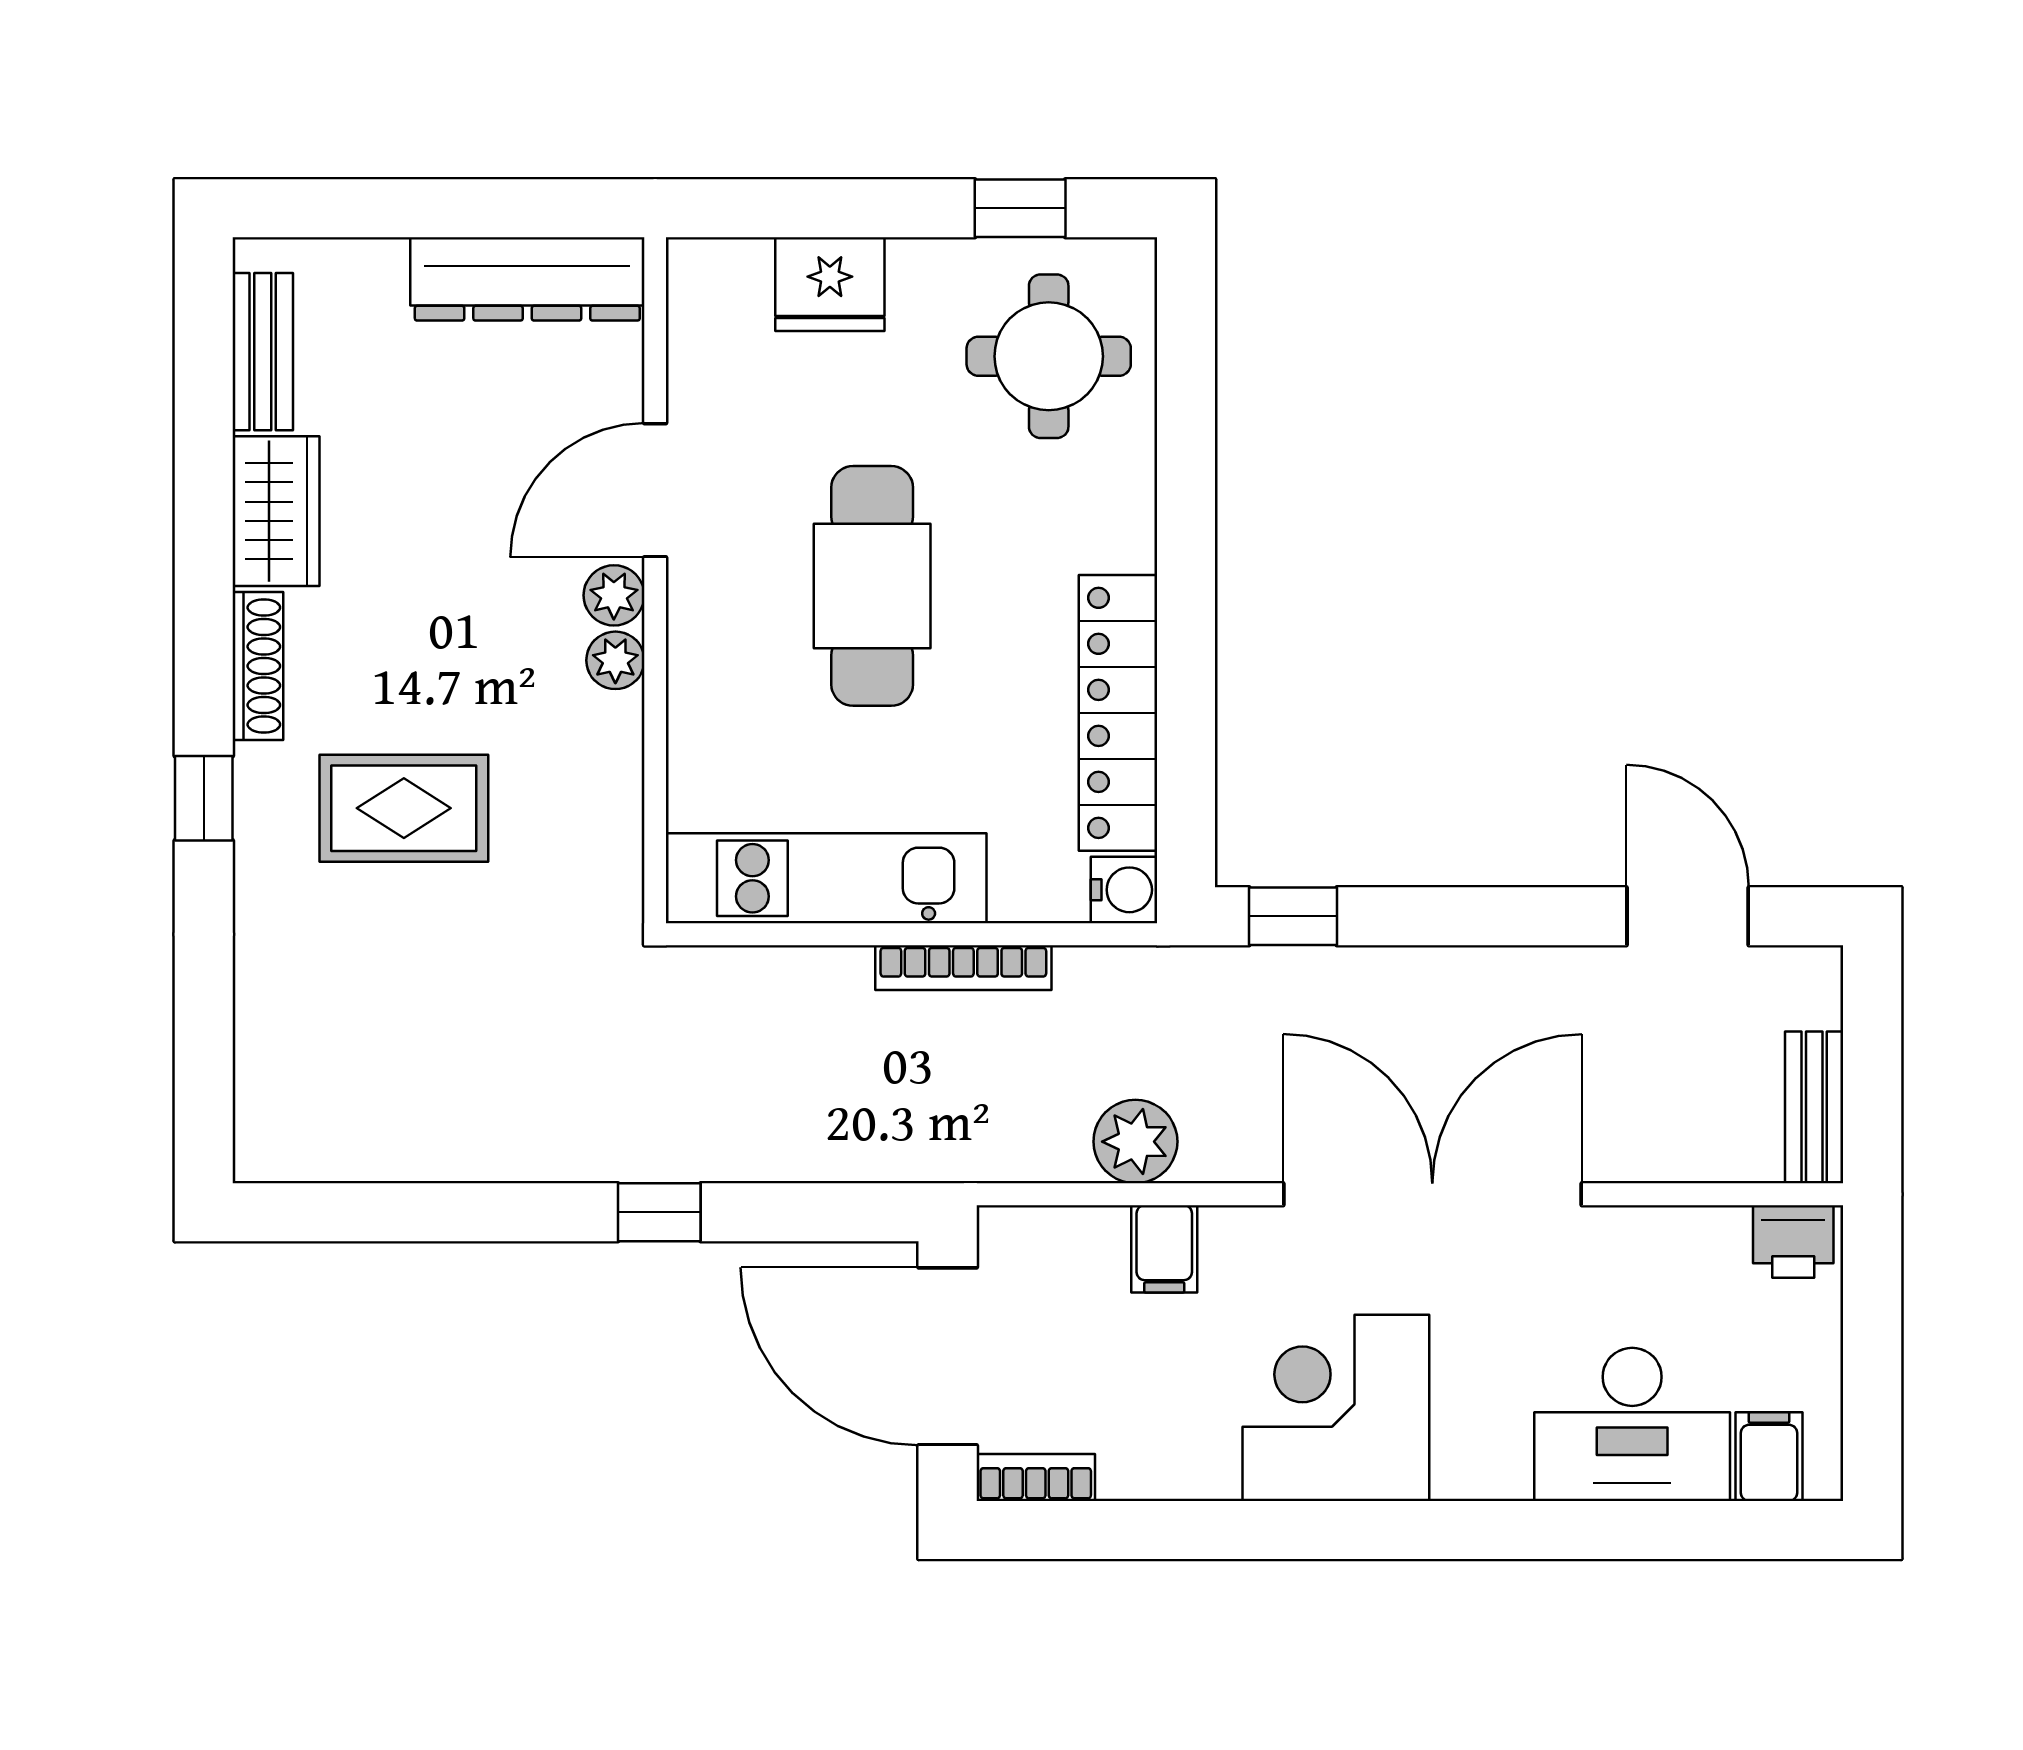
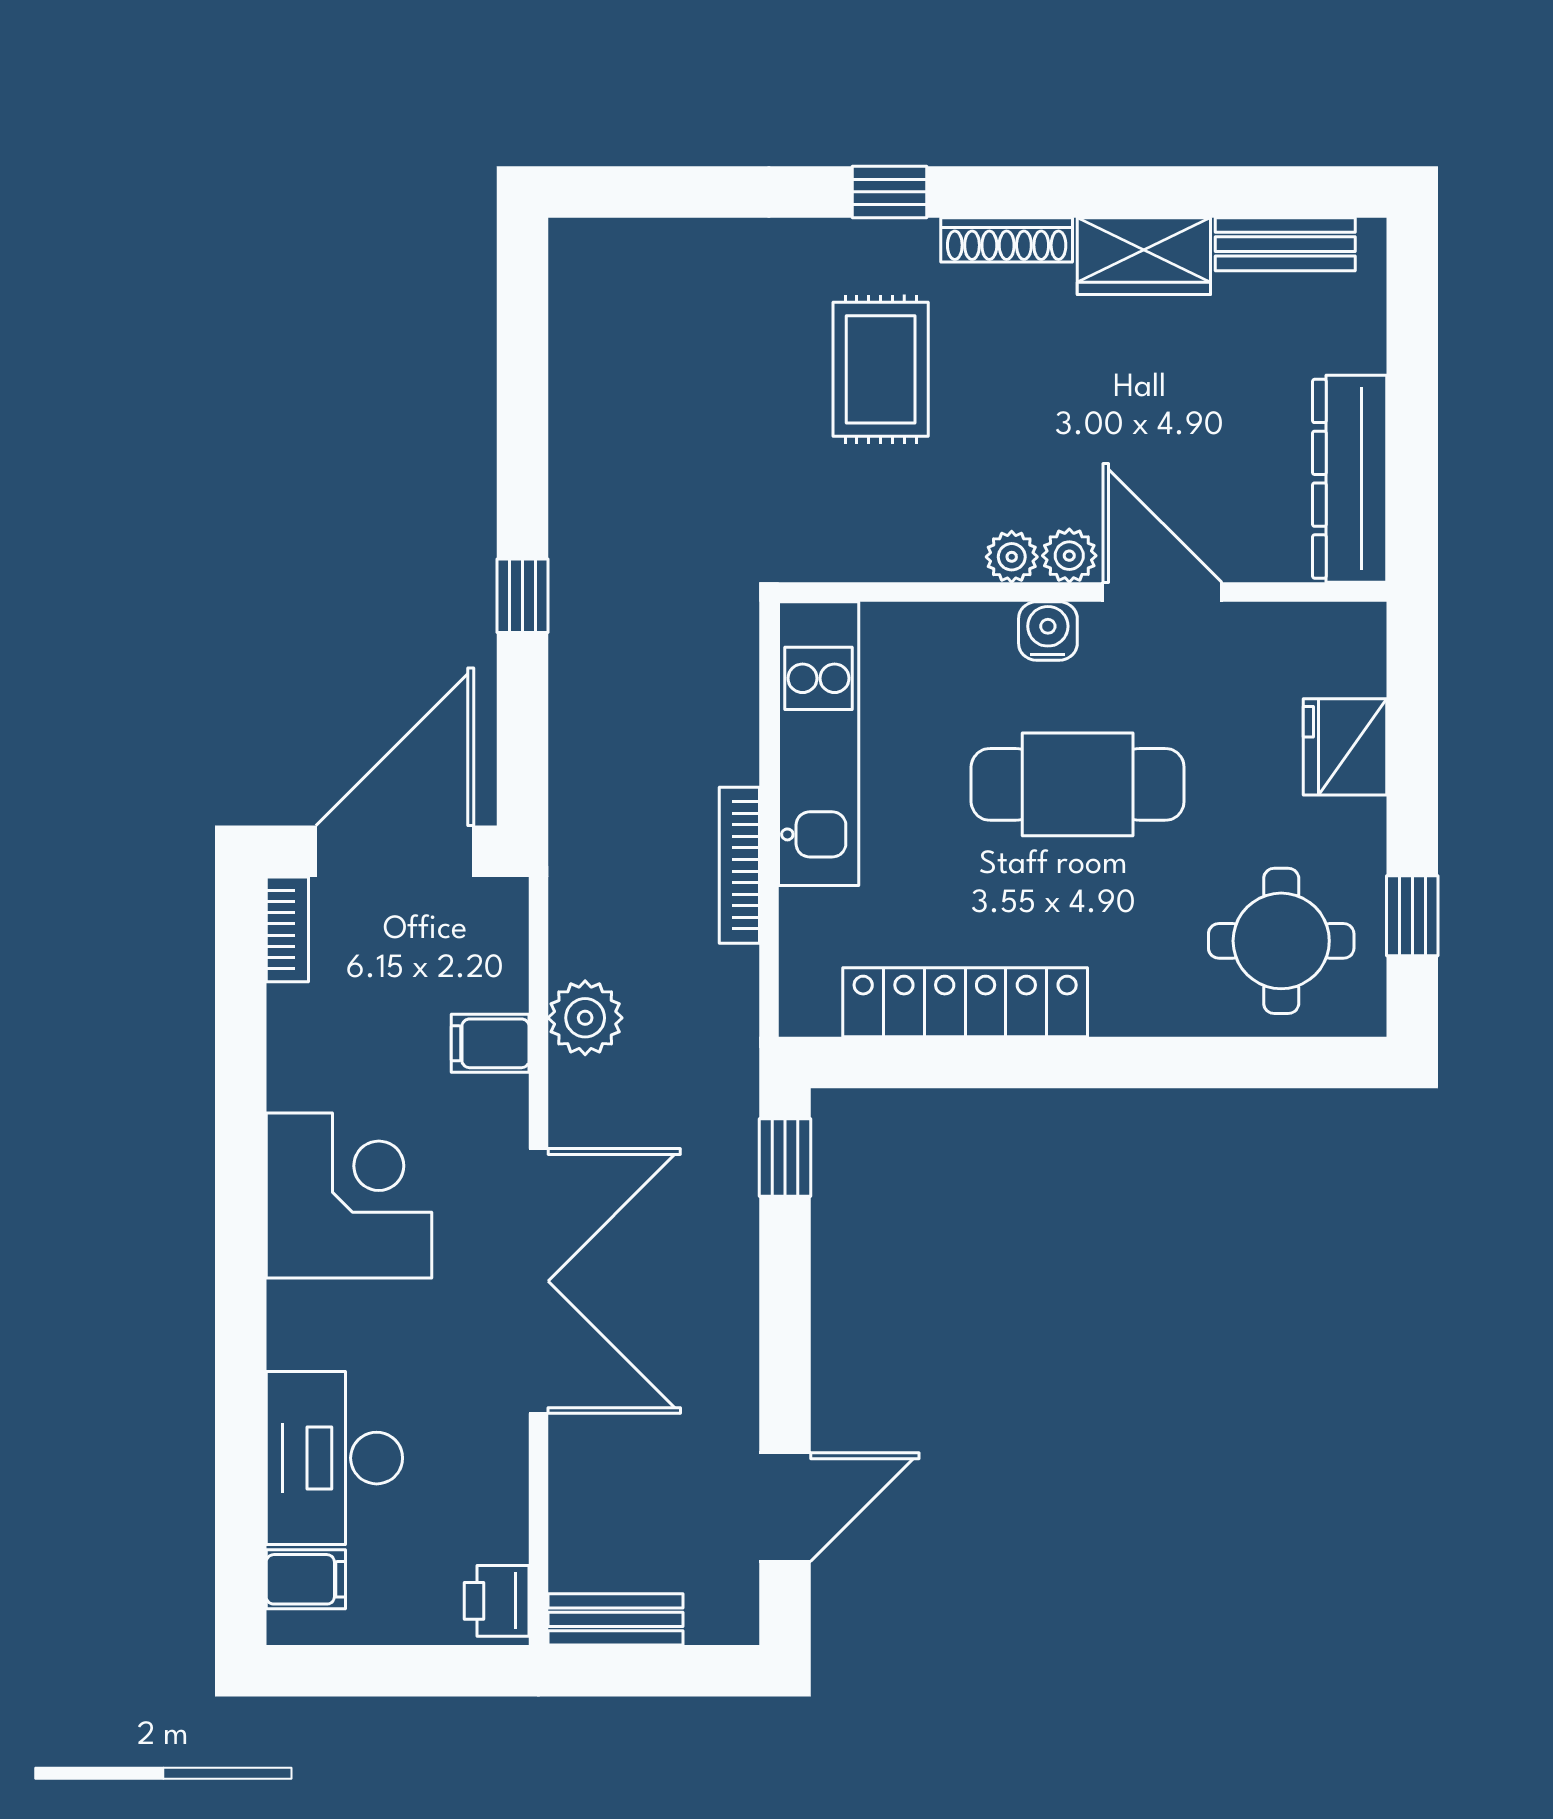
water cooler: (1124, 890) -> (1048, 631), moved, turned 180

